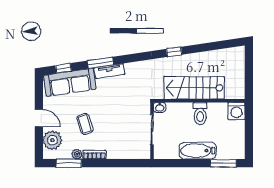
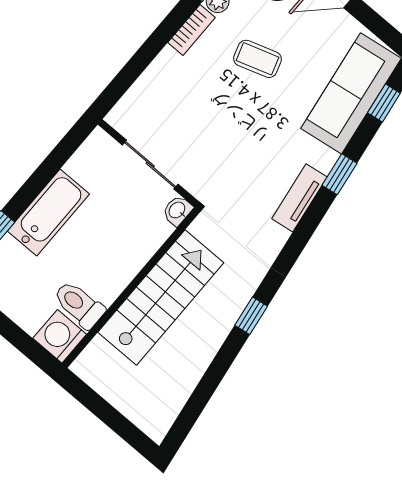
window: (100, 63) -> (339, 174), width x0.67
tv unit: (109, 71) -> (299, 198), moved
toilet: (200, 114) -> (79, 305), moved

